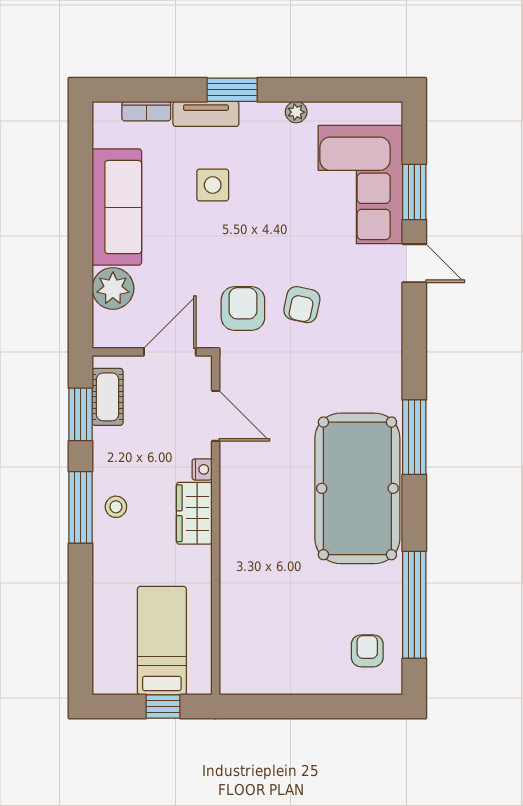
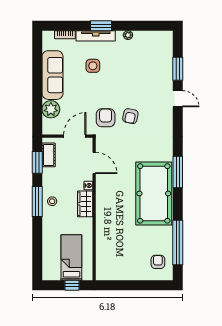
tv unit: (206, 114) -> (96, 36), width x1.41
corner sofa: (360, 184) -> (155, 66), removed

